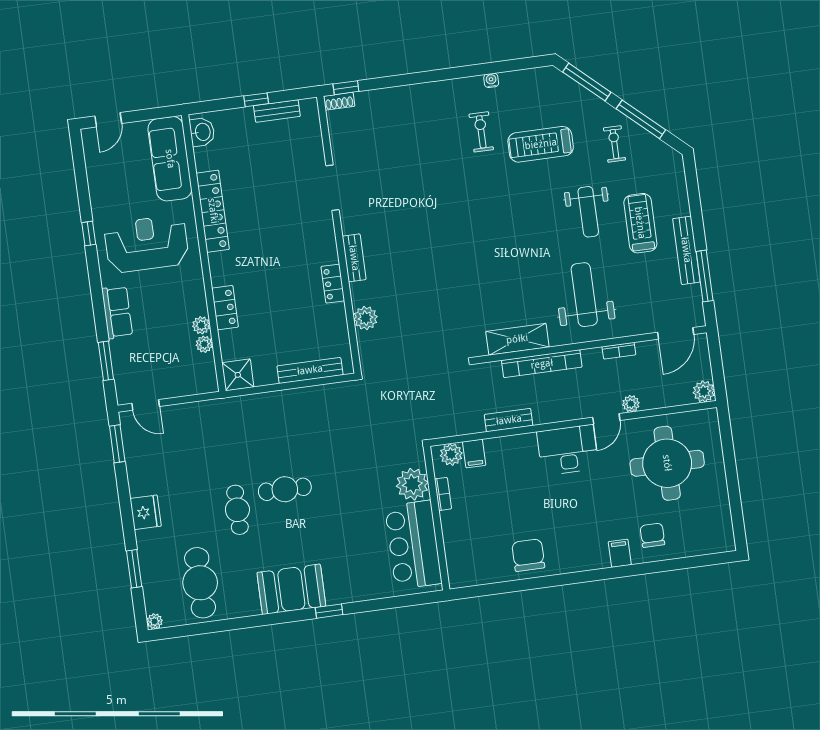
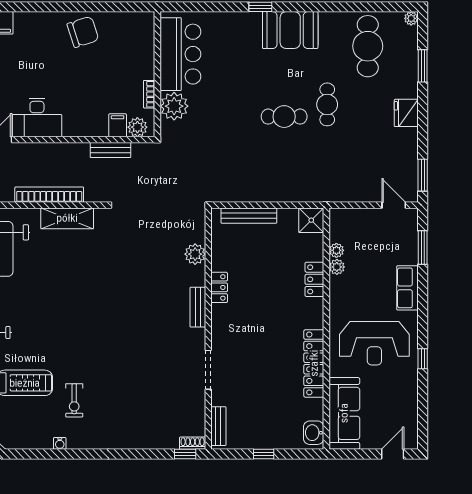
bench: (277, 111) -> (218, 426), moved, turned 90
bench: (509, 420) -> (110, 150), moved
chair: (528, 555) -> (83, 32), turned -108

